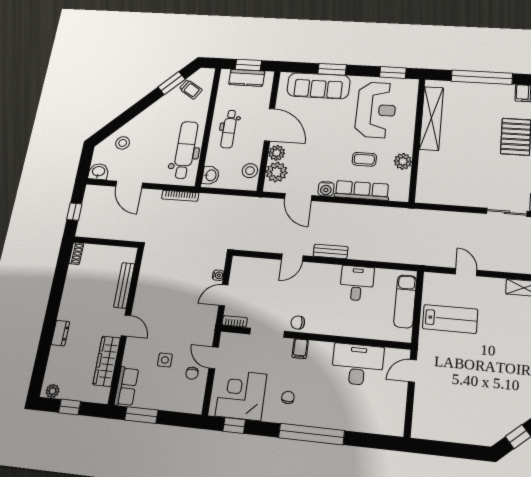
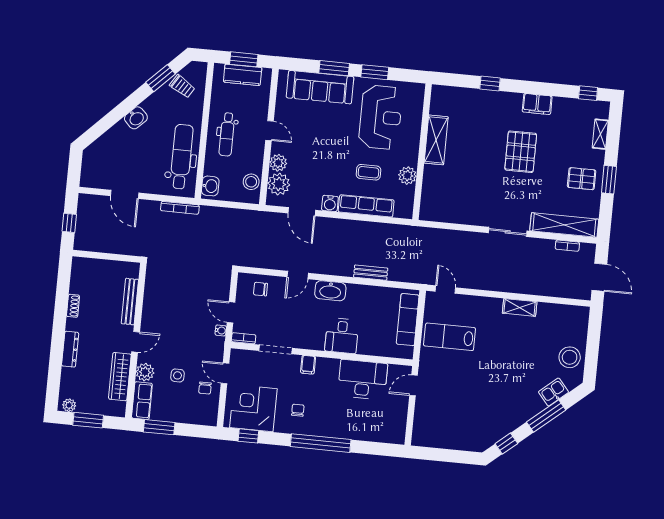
window: (393, 72) -> (375, 72), moved
window: (482, 77) -> (490, 84), width x0.32
shelving: (431, 118) -> (436, 140), width x0.68
door: (270, 125) -> (270, 131), width x0.53
stool: (123, 143) -> (113, 147), removed
washbasin: (98, 172) -> (136, 118), moved, turned 135
bench: (331, 251) -> (371, 273), moved
shoe rack: (76, 253) -> (73, 306), moved
door: (466, 272) -> (445, 289), moved
washbasin: (325, 273) -> (330, 291), added
water cooler: (218, 275) -> (221, 330), moved
desk: (357, 283) -> (342, 336), moved, turned 180
door: (223, 295) -> (231, 312), hinge flipped
lab bench: (450, 319) -> (450, 337), turned 180
chair: (298, 323) -> (260, 289), moved
door: (126, 326) -> (136, 342), hinge flipped
dresser: (60, 333) -> (70, 349), width x1.44
plant: (132, 357) -> (145, 372), added
window: (70, 407) -> (88, 420), width x1.50

